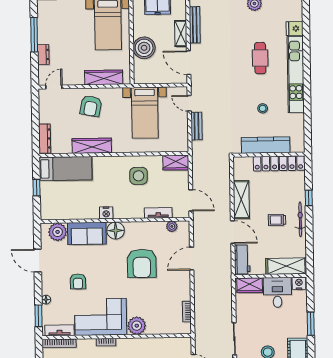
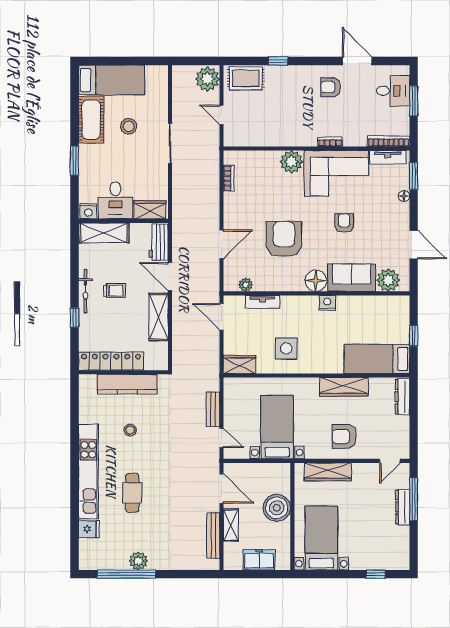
window: (34, 35) -> (414, 499), moved
dresser: (43, 55) -> (403, 507), width x1.44
armchair: (91, 106) -> (344, 436), turned -101
armchair: (78, 281) -> (344, 223), moved

